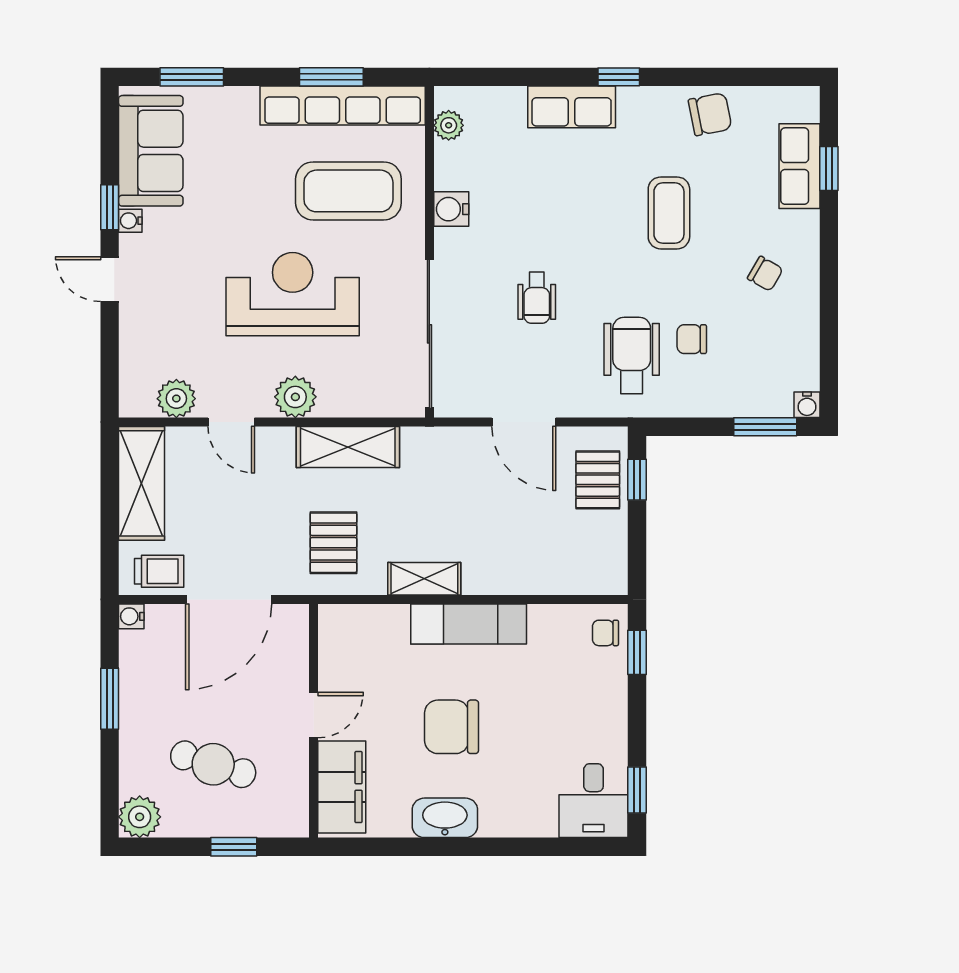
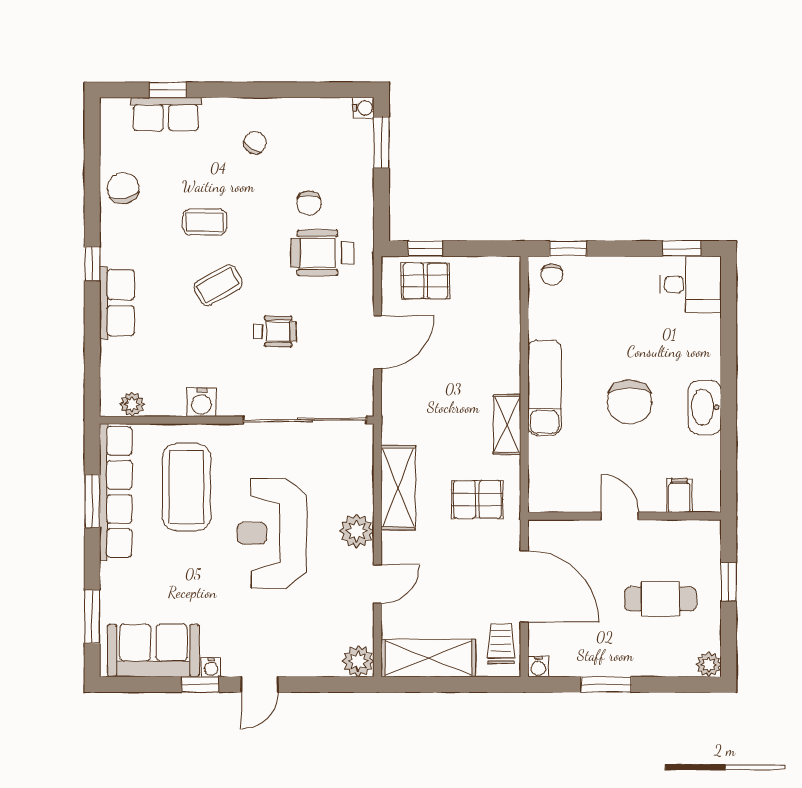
coffee table: (669, 213) -> (205, 222), width x0.73, depth x0.77
coffee table: (593, 229) -> (218, 285), added
plant: (176, 399) -> (358, 661), moved
cafe table: (213, 764) -> (661, 599), turned 73
filing cabinet: (342, 787) -> (679, 495), width x0.33, depth x0.86
plant: (140, 817) -> (709, 664), width x0.73, depth x0.73

